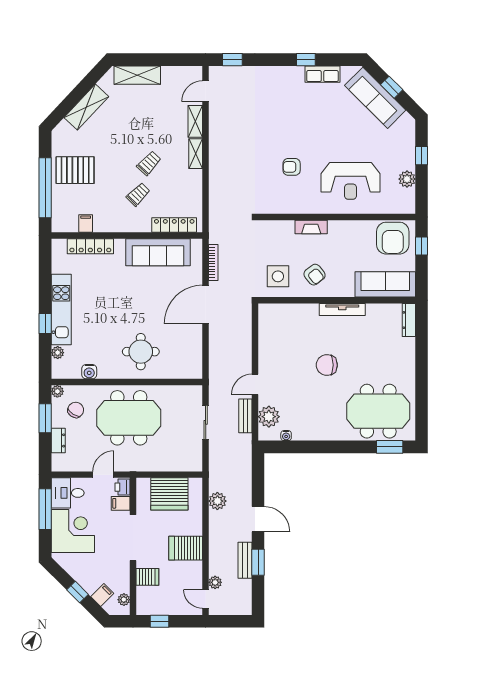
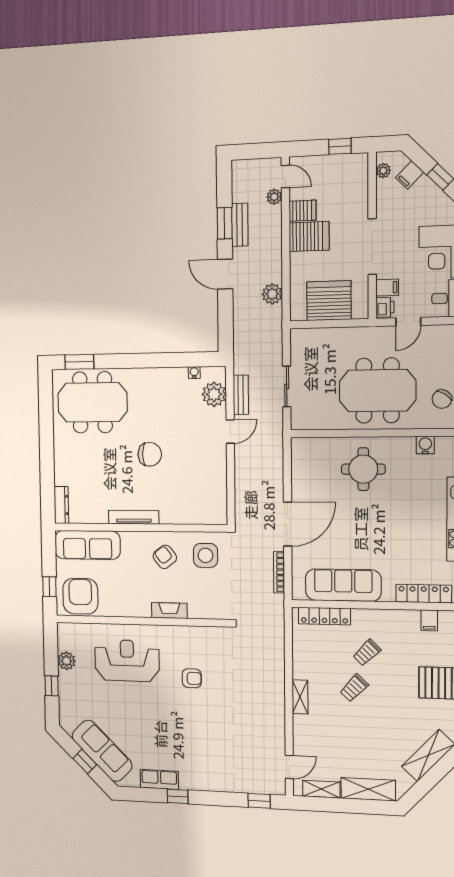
shelving: (195, 121) -> (321, 789), moved, turned 90
server rack: (147, 577) -> (303, 211), moved, turned 180

